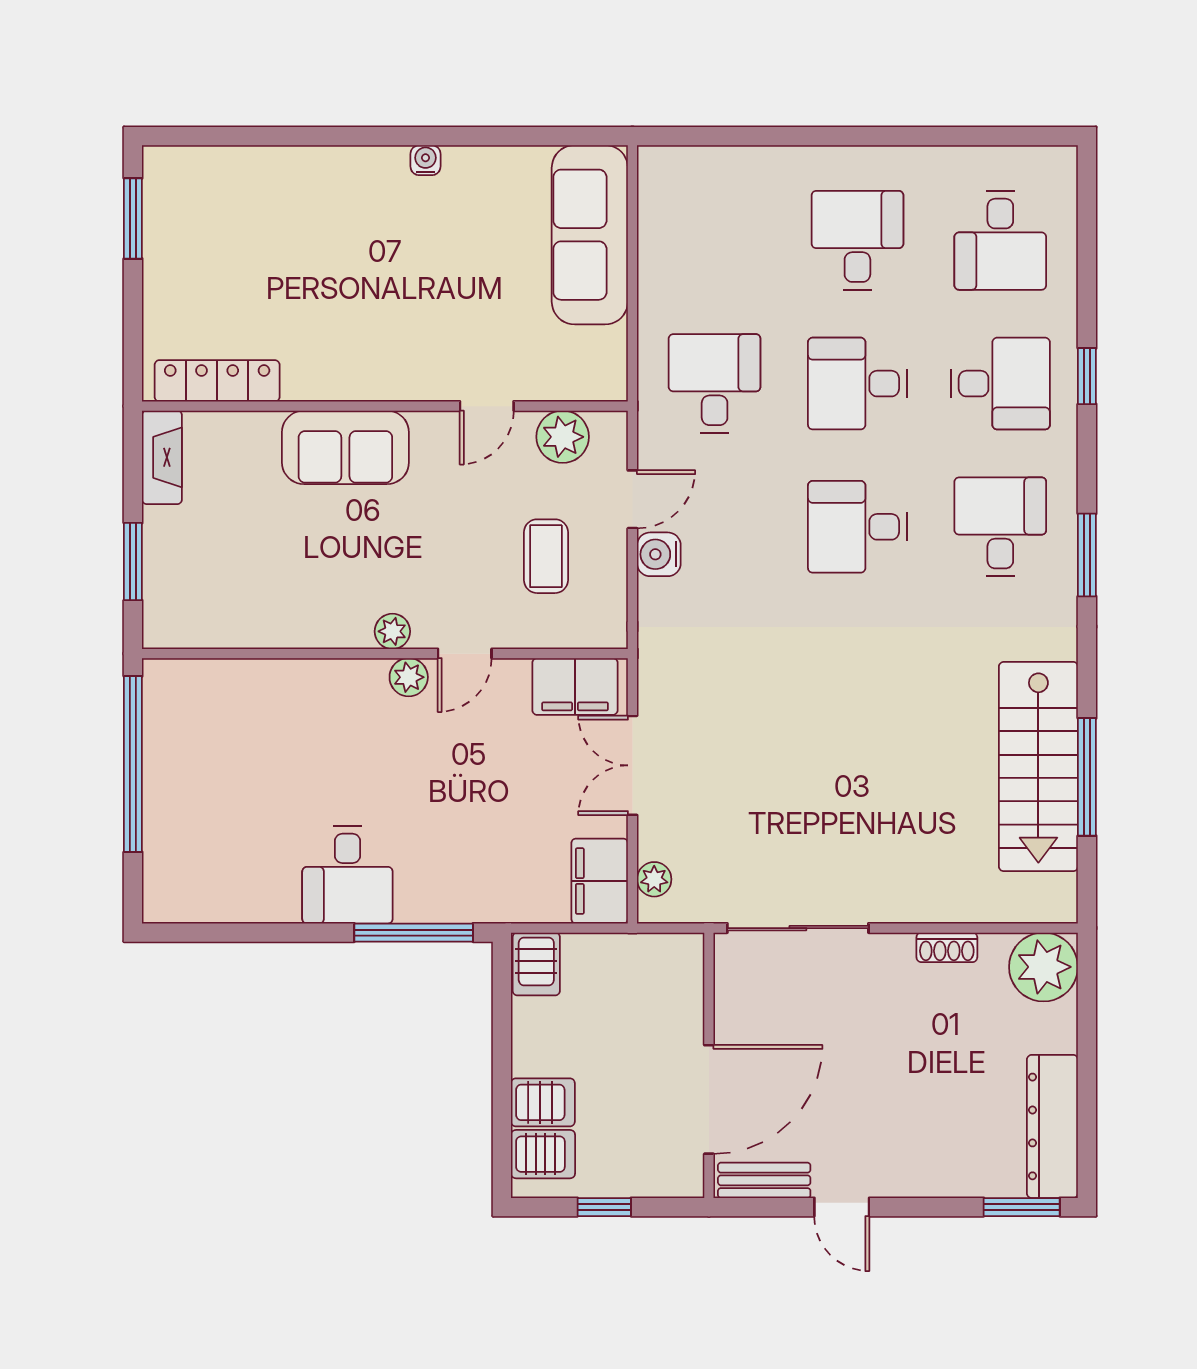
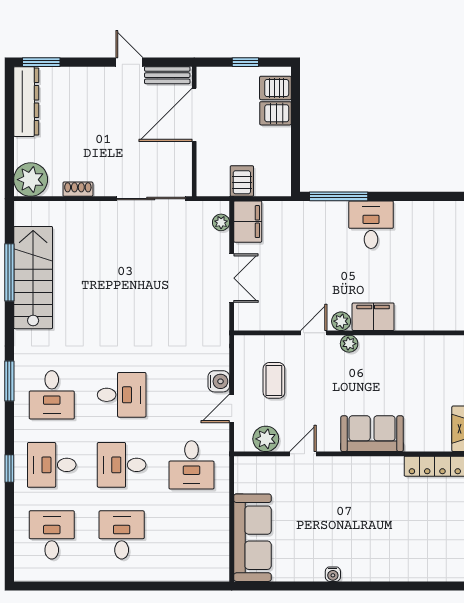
desk: (857, 240) -> (122, 535), turned 180
desk: (857, 384) -> (122, 465), turned 180
filing cabinet: (575, 686) -> (373, 317), moved
server rack: (536, 964) -> (242, 181), moved

